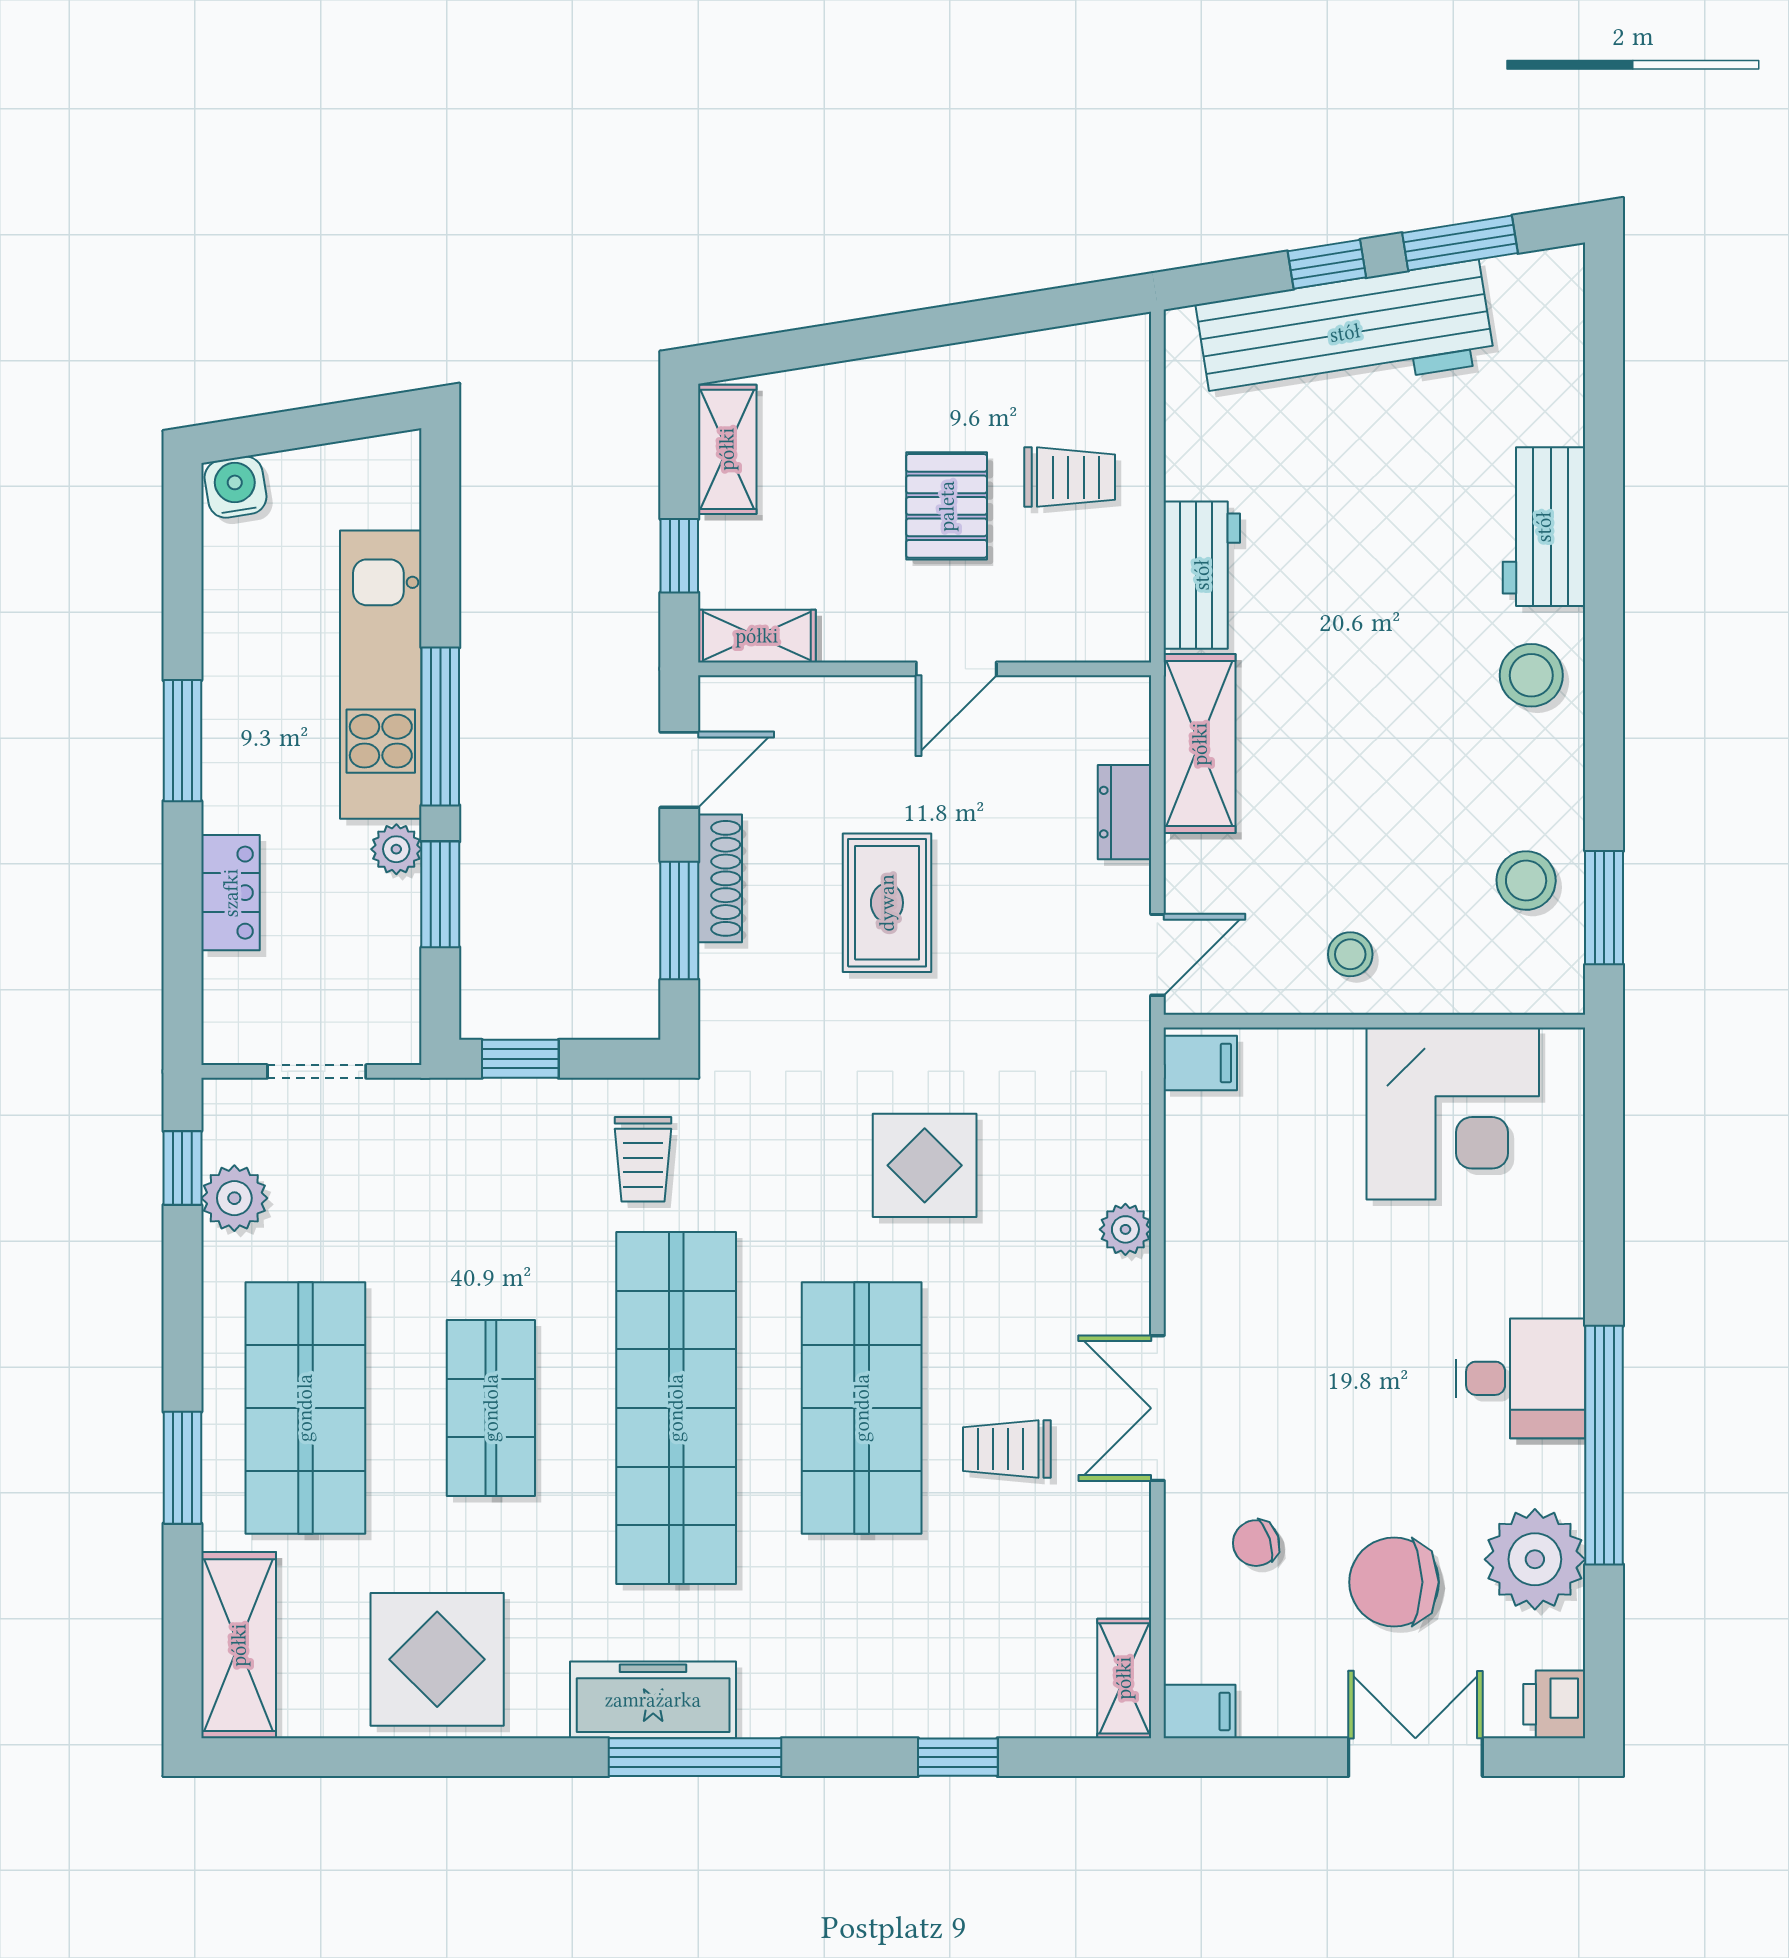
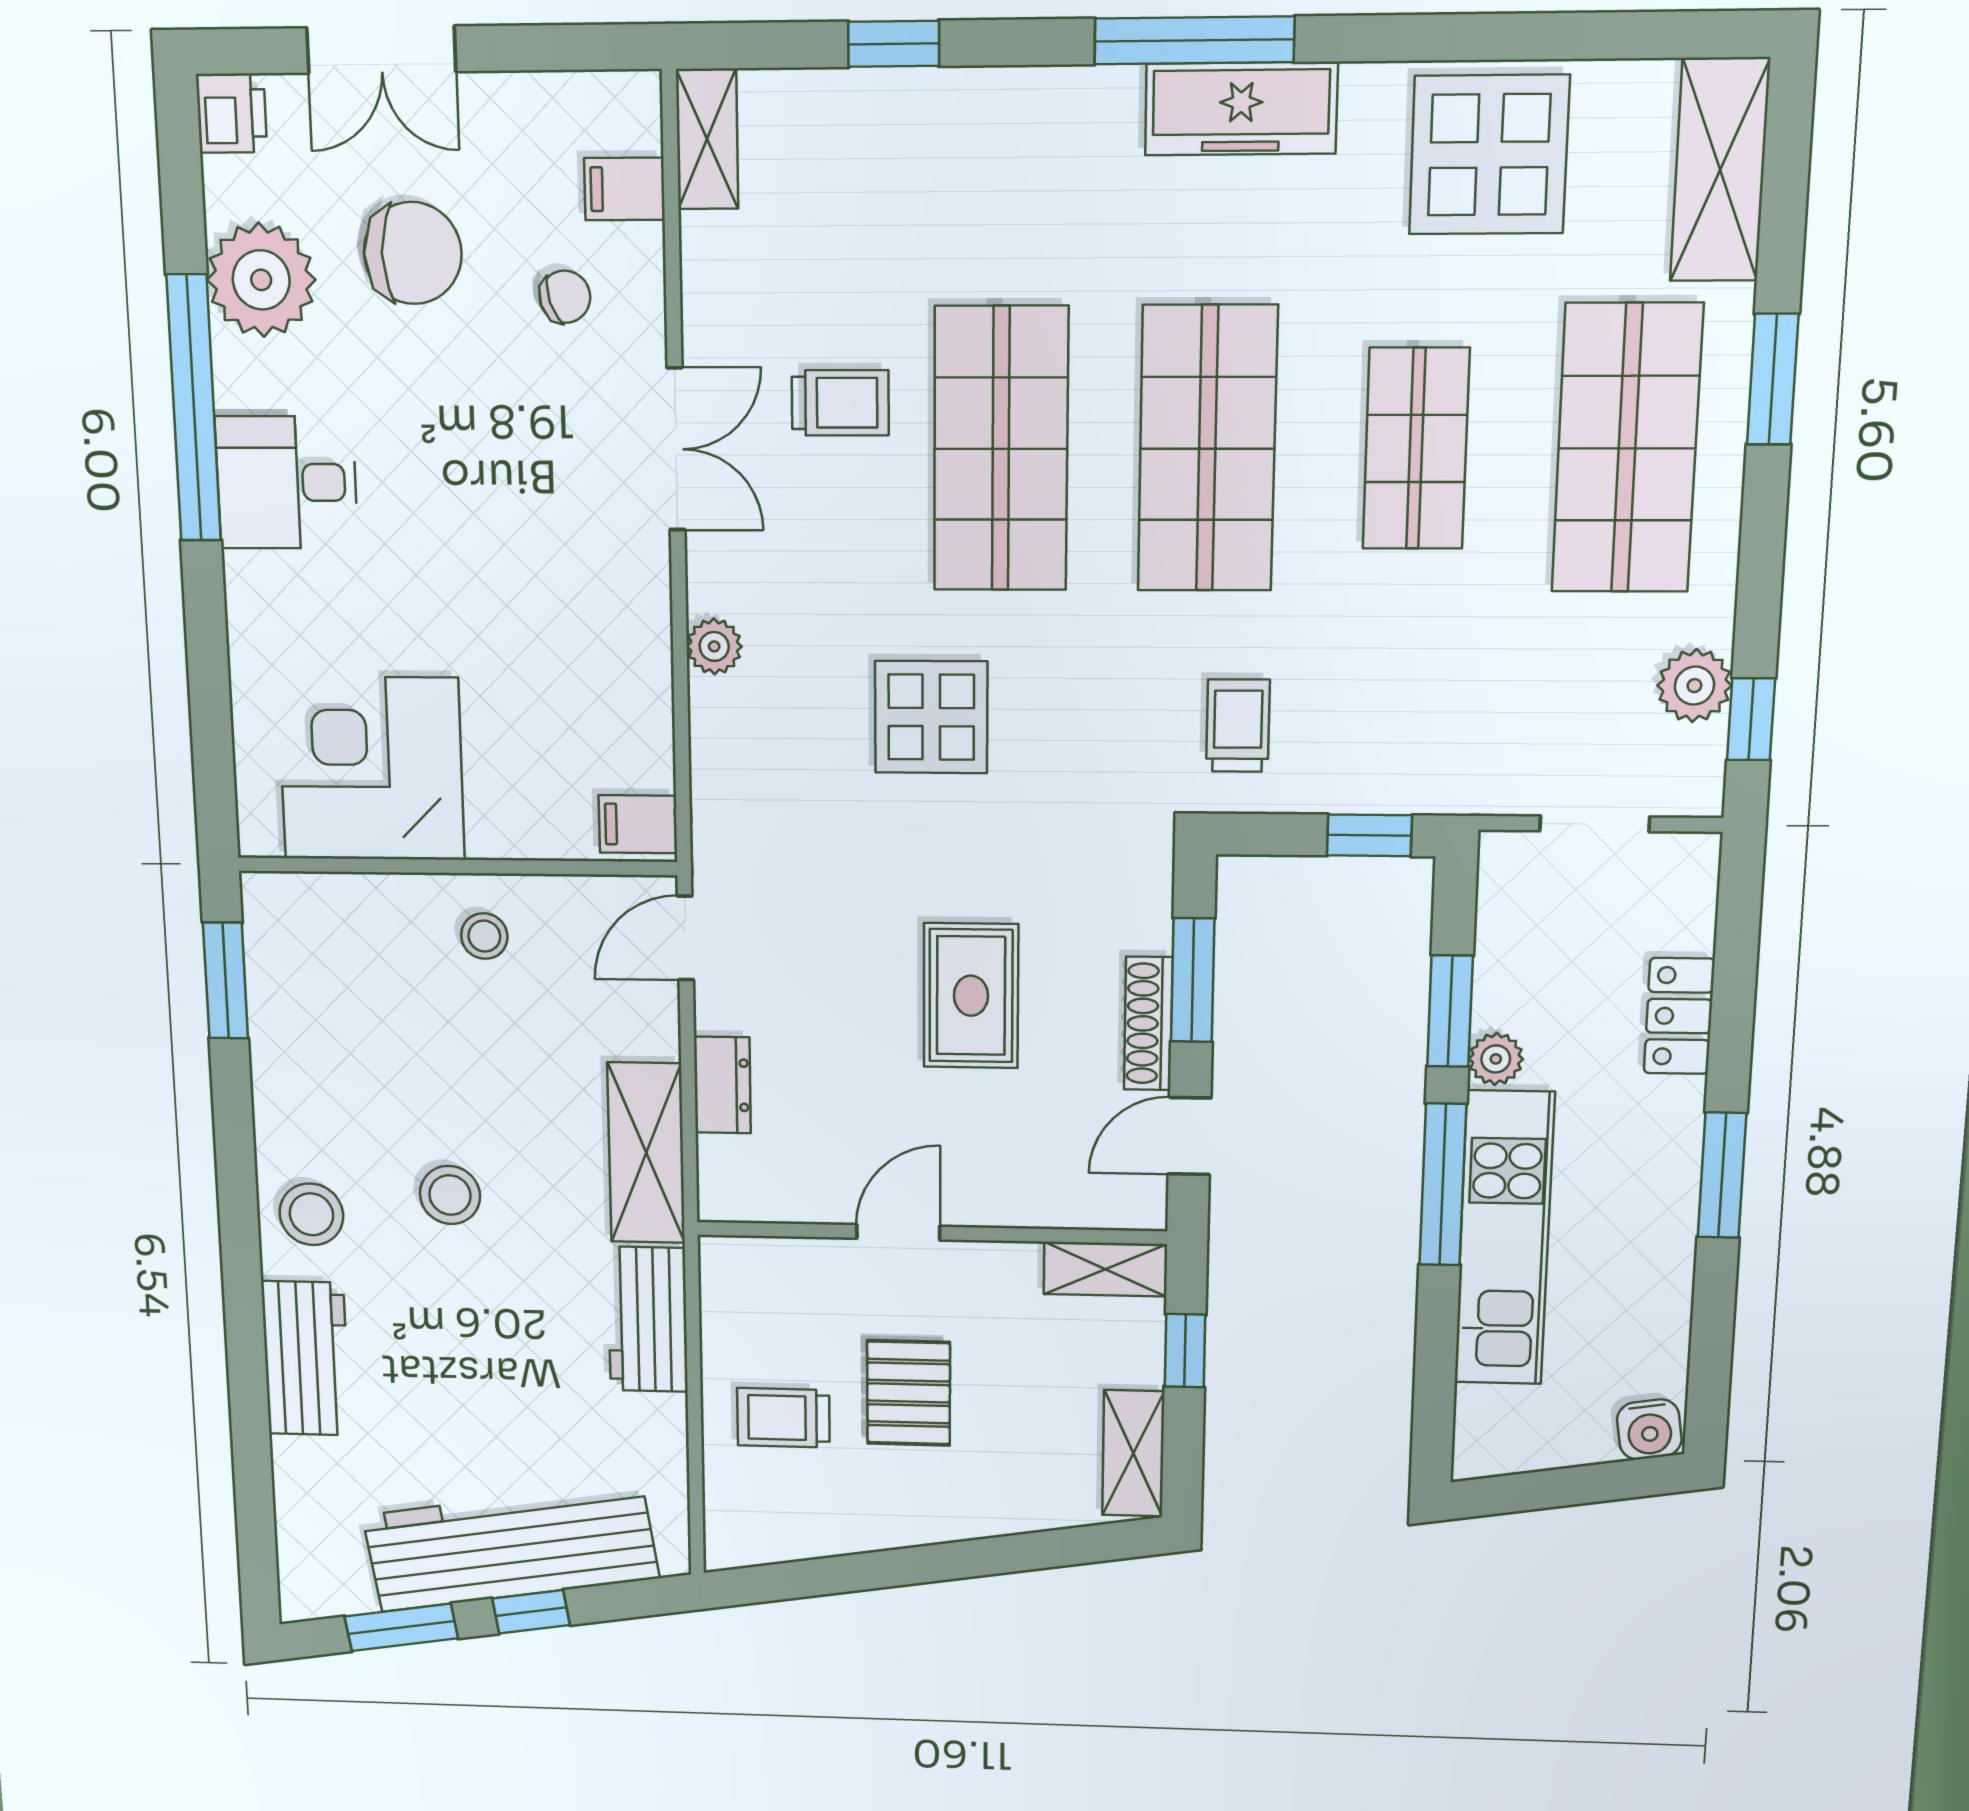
stool: (1526, 881) -> (450, 1195), moved
shop shelf: (676, 1408) -> (1207, 449), width x0.71
filing cabinet: (1200, 1711) -> (624, 189), moved

